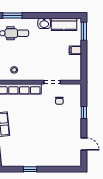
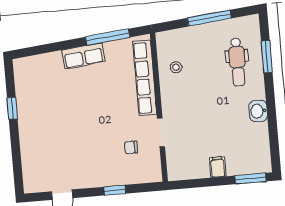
kitchen counter: (64, 24) -> (259, 144), removed

